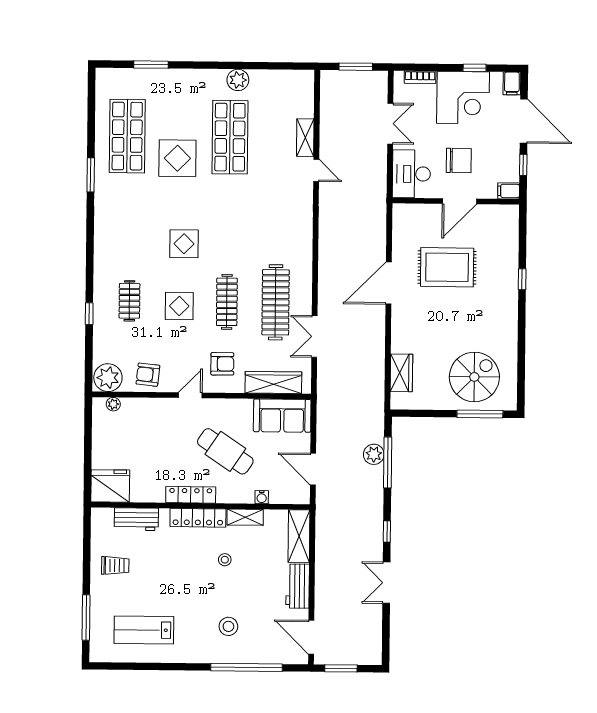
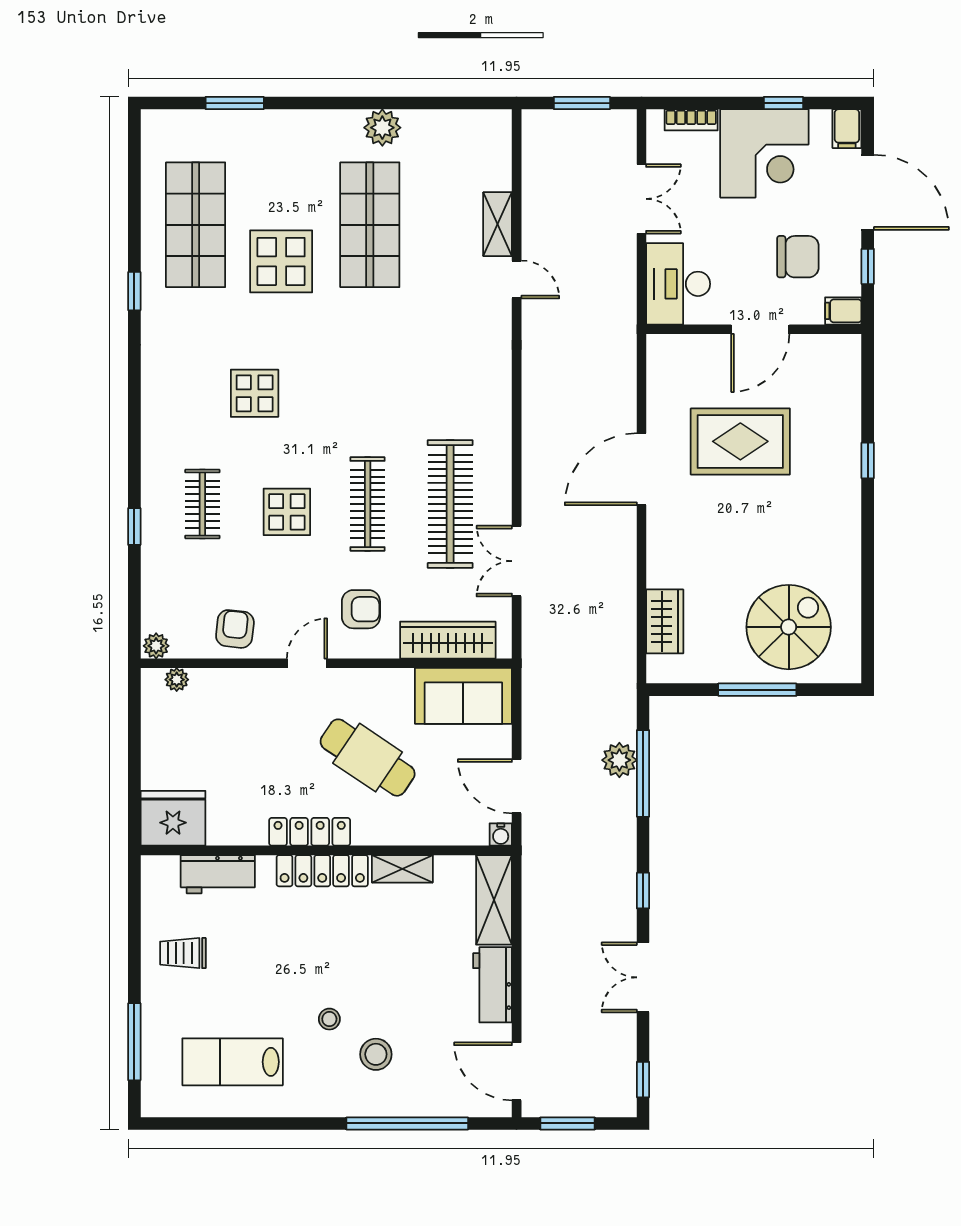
chair: (459, 160) -> (798, 257), moved
window: (91, 175) -> (134, 291), width x0.67
display table: (184, 244) -> (255, 393), moved
armchair: (148, 375) -> (235, 629), turned 90
plant: (108, 378) -> (156, 646), width x0.53, depth x0.53
window: (480, 414) -> (757, 690), moved
water cooler: (262, 497) -> (501, 835), moved
stool: (225, 560) -> (329, 1019), moved
trolley: (115, 565) -> (183, 953), turned 180
window: (386, 643) -> (643, 1080), added

